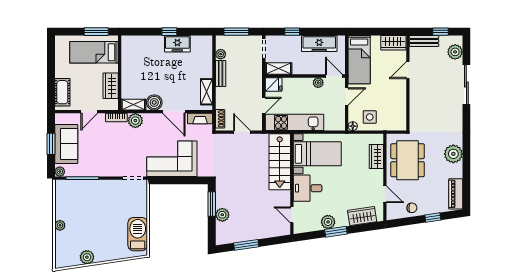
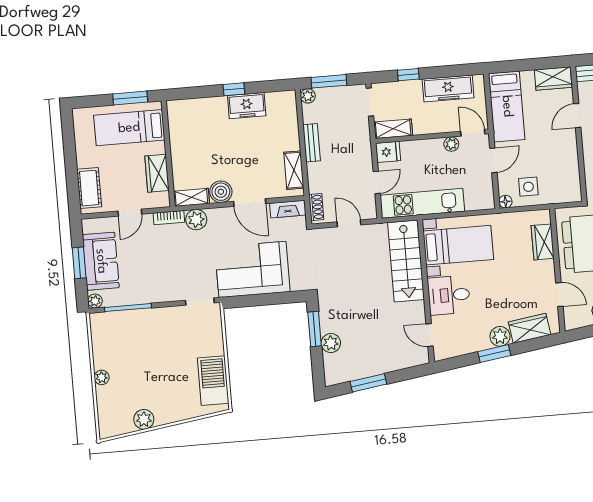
plant: (221, 54) -> (308, 96), moved
plant: (328, 222) -> (500, 336), moved

